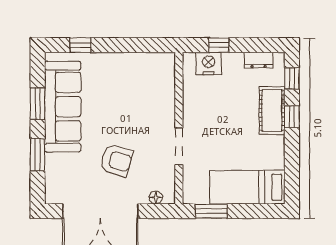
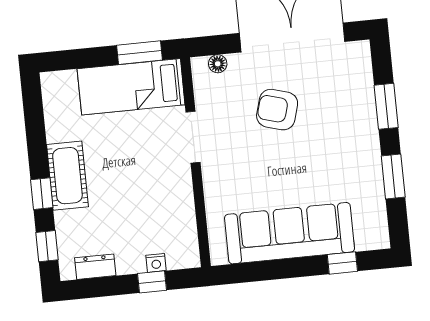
nightstand: (209, 64) -> (156, 263), width x0.53, depth x0.56
sofa: (63, 107) -> (290, 233), moved, turned 90
cot: (272, 110) -> (67, 176), moved
bed: (247, 187) -> (131, 87), moved, turned 180

